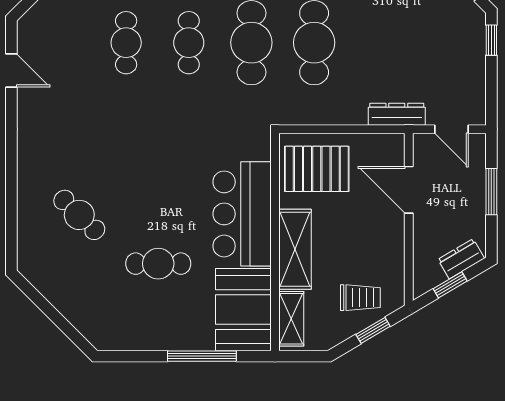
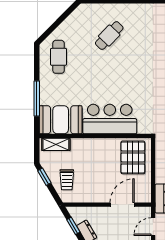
shelving: (295, 249) -> (92, 146), removed
cafe table: (158, 264) -> (59, 57), moved
window: (373, 330) -> (44, 177), moved

